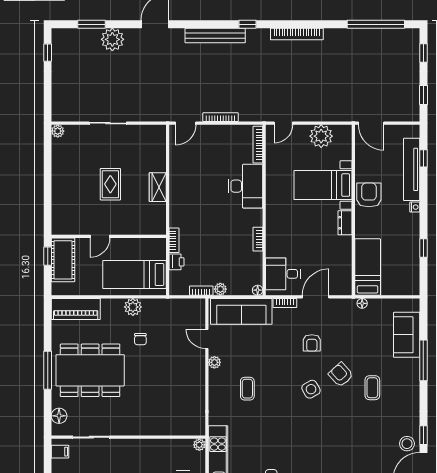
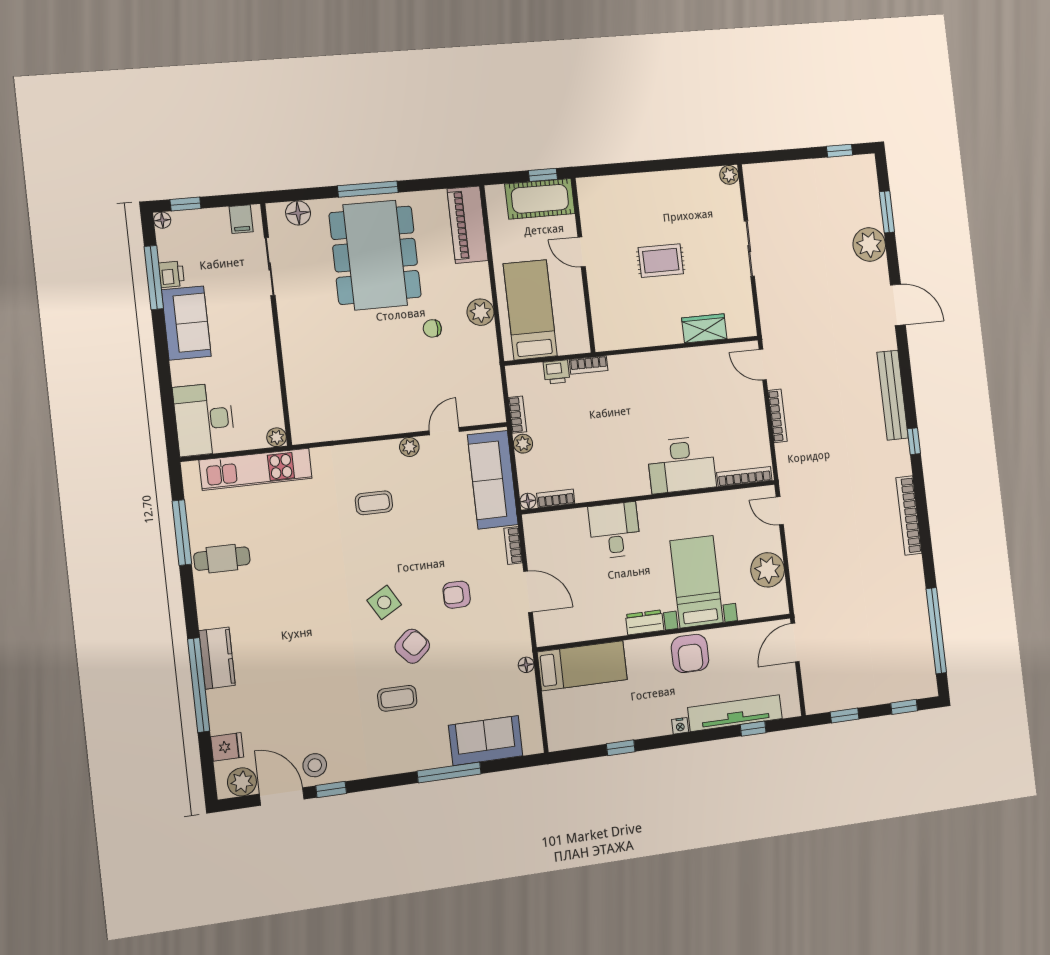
wardrobe: (158, 187) -> (704, 328), moved
armchair: (369, 195) -> (690, 653), turned 90
bookcase: (258, 239) -> (556, 498), moved
desk: (283, 274) -> (615, 530), moved

